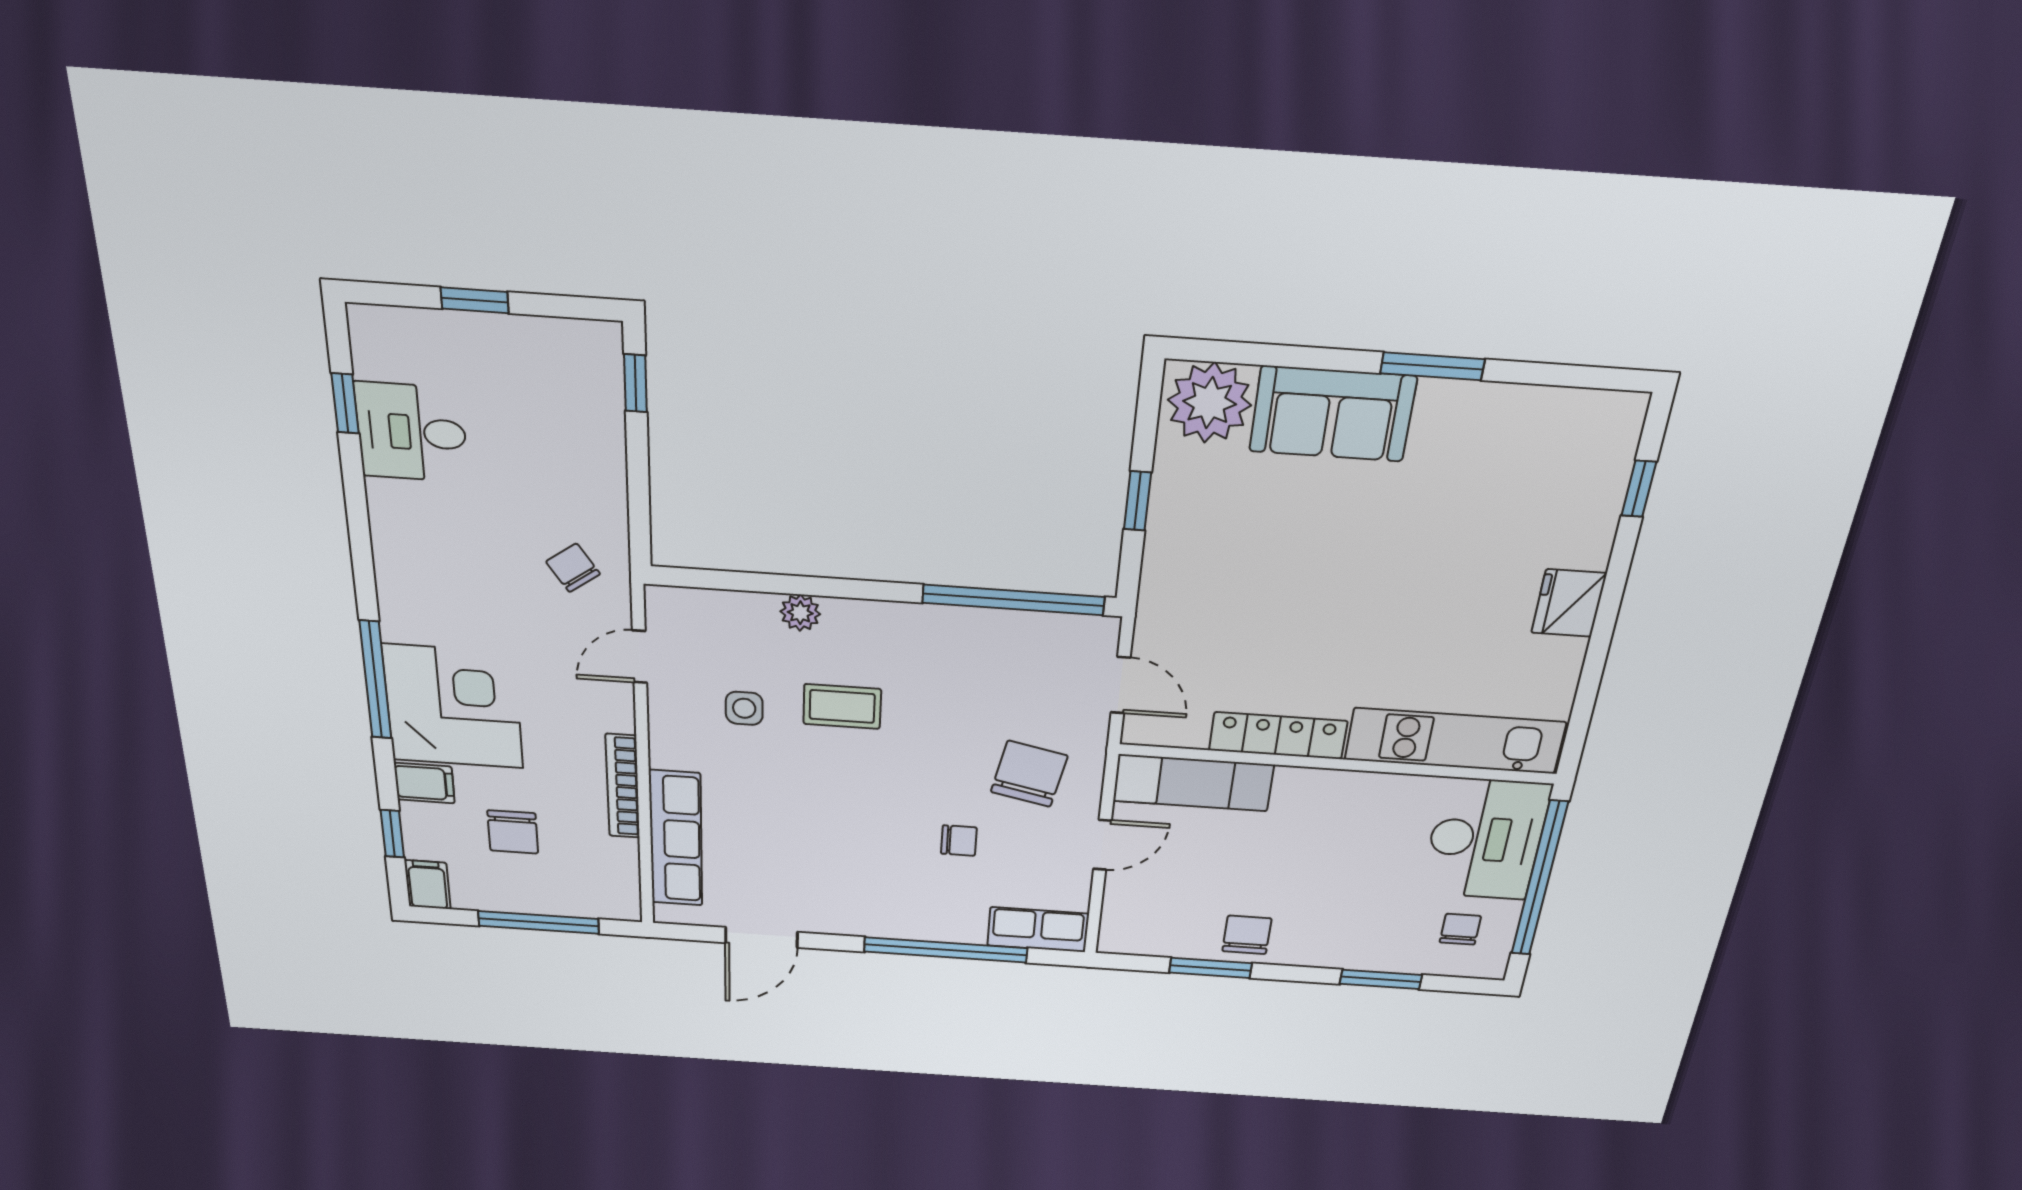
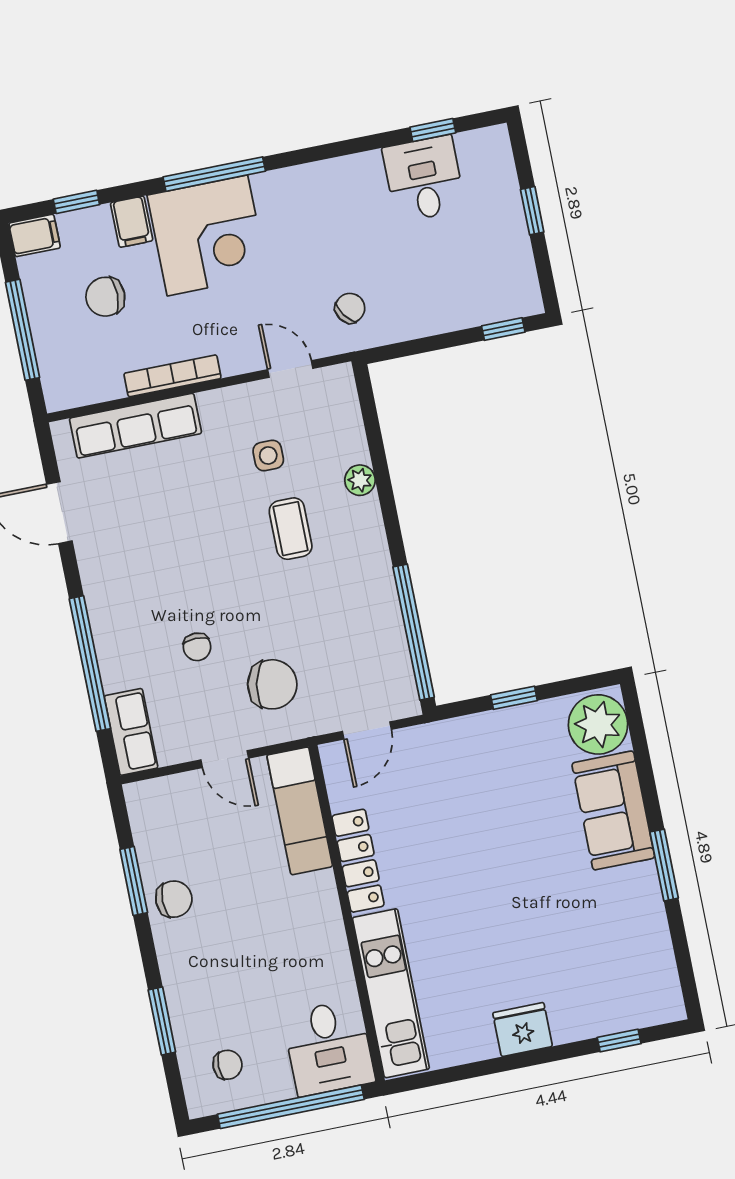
desk: (1485, 839) -> (329, 1048), width x0.73

